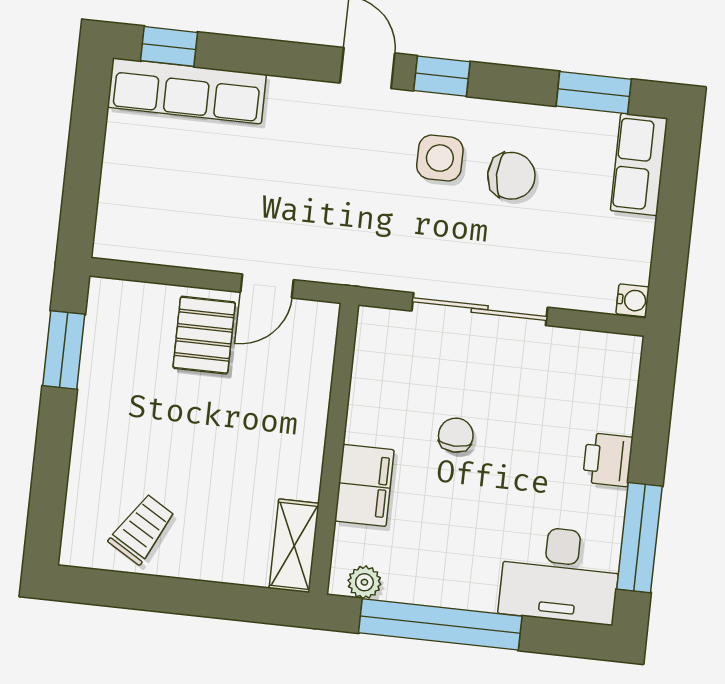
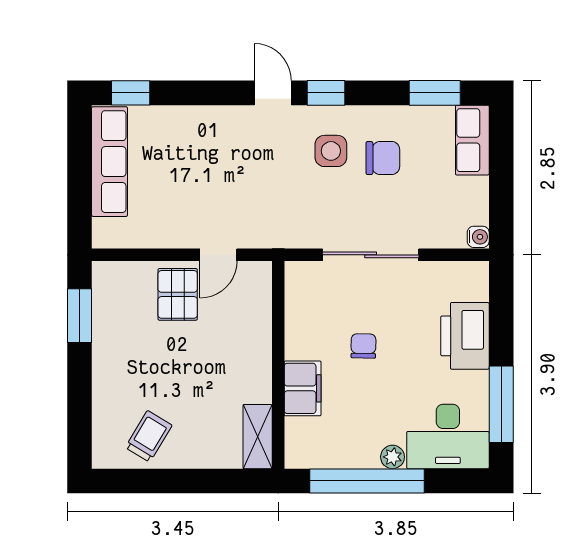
row of seats: (187, 91) -> (110, 162), moved, turned -90
printer: (608, 460) -> (465, 336), width x1.87, depth x1.48
plant: (364, 582) -> (393, 457), moved

